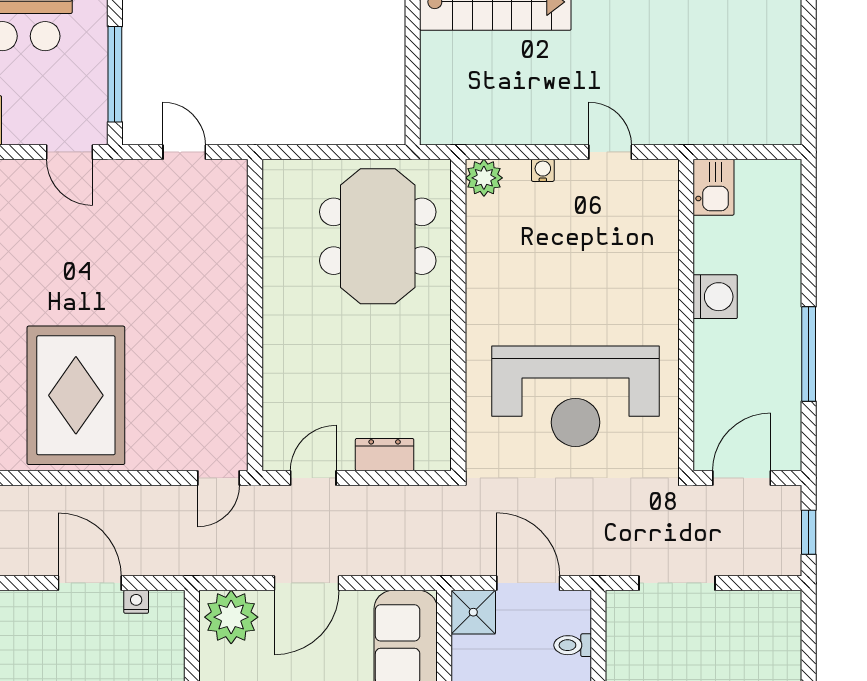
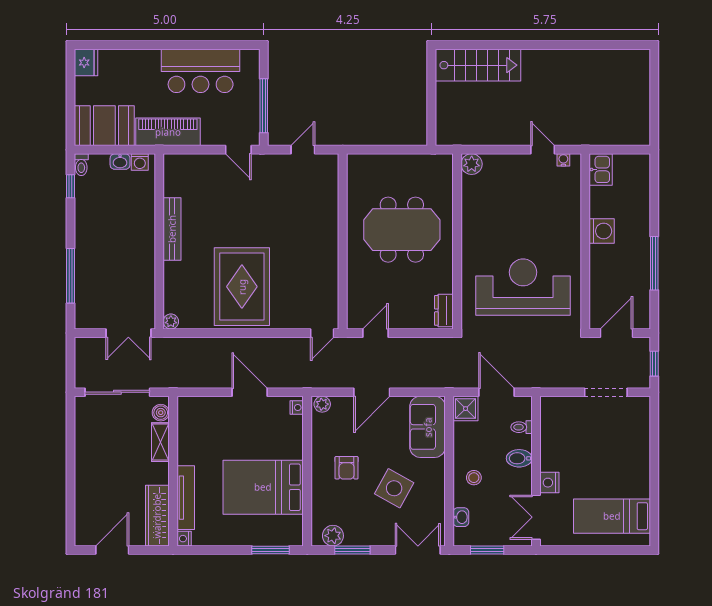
door: (184, 152) -> (303, 150), hinge flipped
water cooler: (543, 170) -> (563, 160), moved
meeting table: (378, 236) -> (402, 230), moved, turned 90
reception desk: (576, 396) -> (523, 287), turned 180
dresser: (385, 455) -> (444, 310), moved, turned -90
doorway: (677, 583) -> (606, 392), moved
nightstand: (136, 602) -> (297, 408), moved, turned 90
plant: (231, 617) -> (322, 404), width x0.53, depth x0.53

